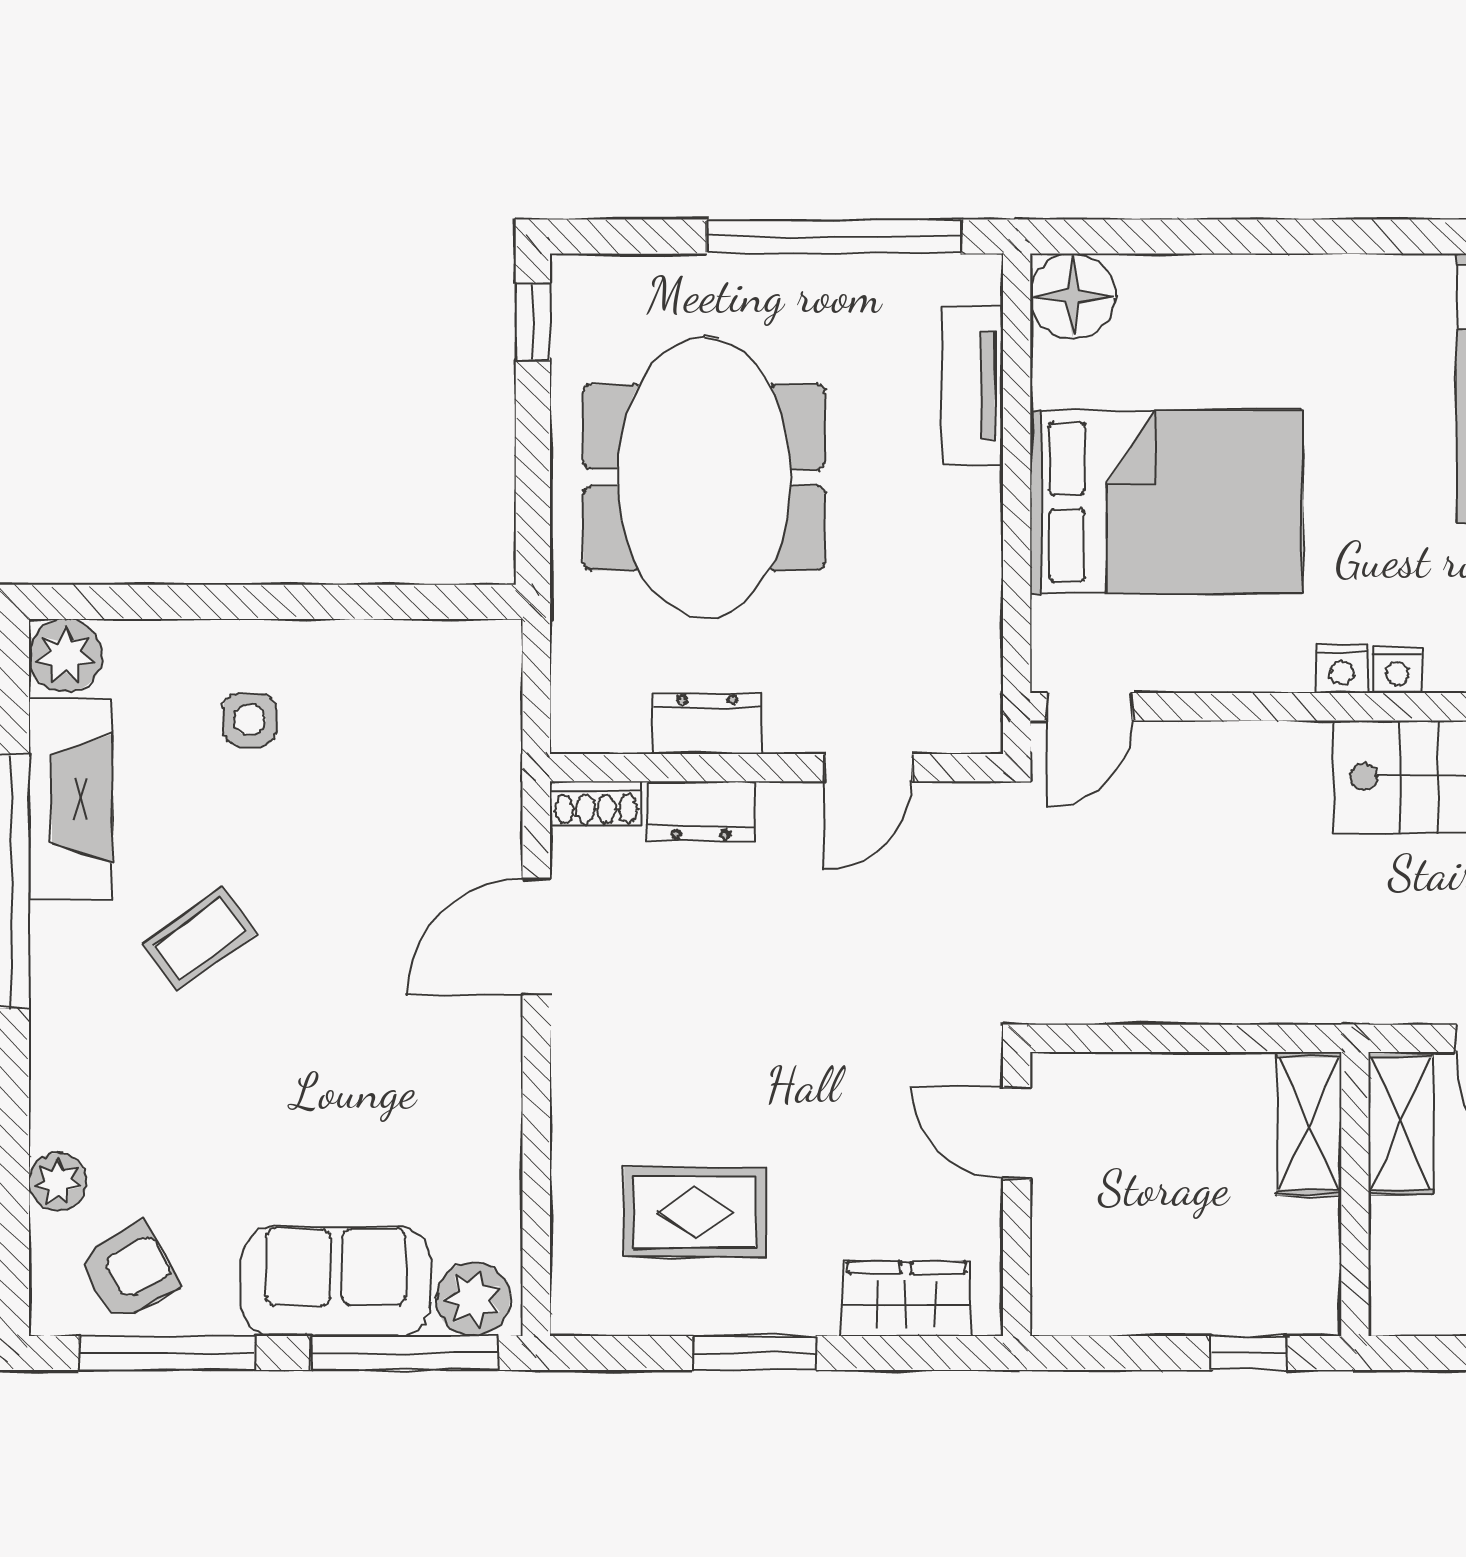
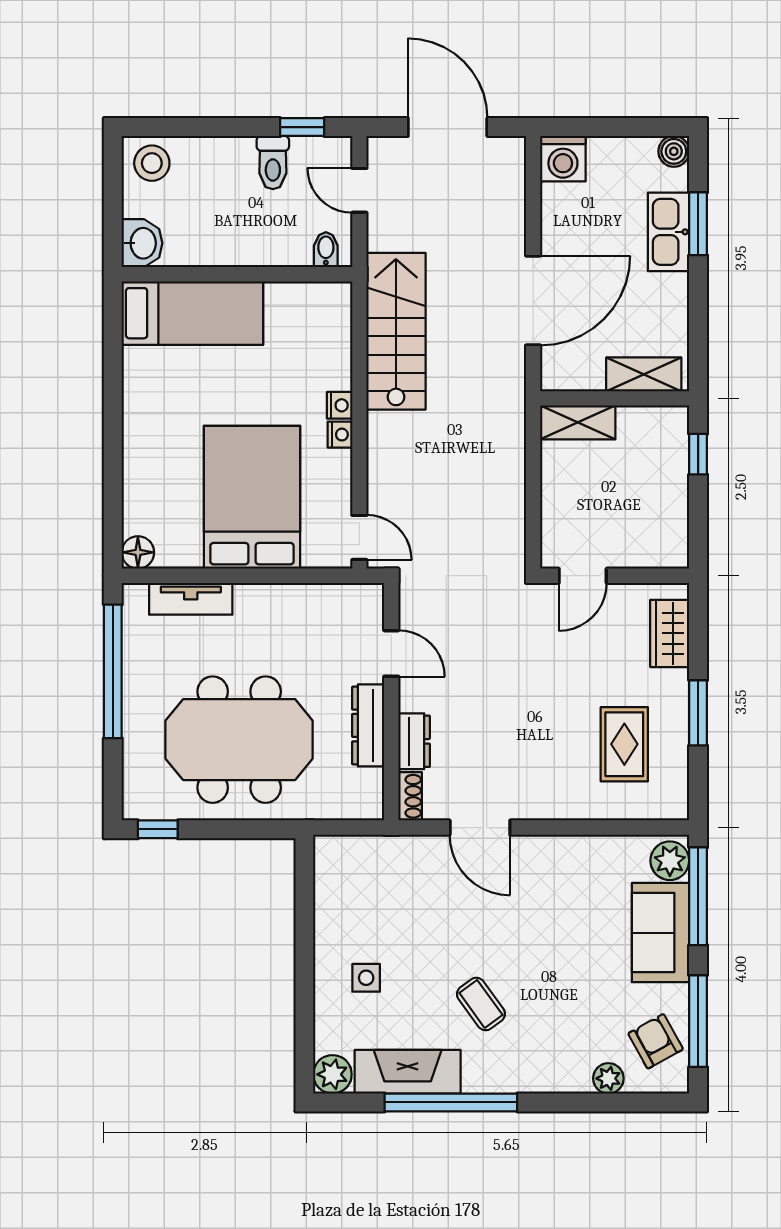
floor lamp: (1073, 296) -> (138, 552), width x0.73, depth x0.73
nightstand: (1398, 670) -> (340, 435), moved
dresser: (707, 723) -> (368, 725), width x1.44
shelving: (1401, 1124) -> (644, 374), moved

